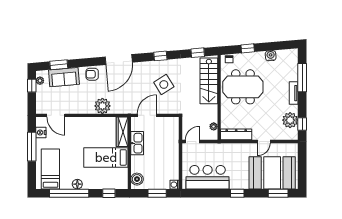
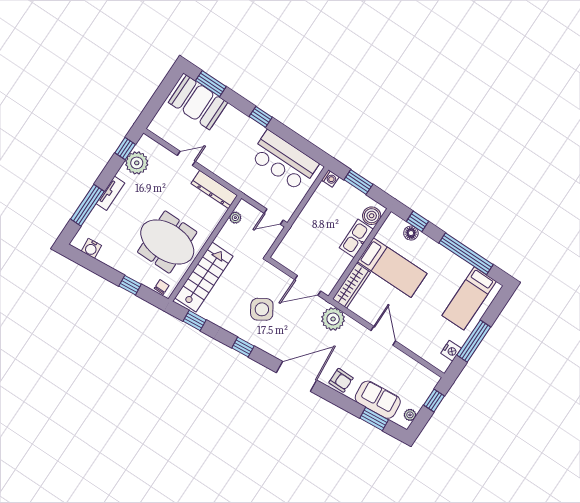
water cooler: (271, 56) -> (91, 248), moved
window: (32, 86) -> (434, 401), moved
plant: (102, 106) -> (333, 319), moved
door: (56, 115) -> (383, 336), moved
kitchen sink: (137, 143) -> (356, 238), moved
booth: (272, 173) -> (198, 102), width x0.73, depth x0.70
floor lamp: (77, 184) -> (411, 233), moved

